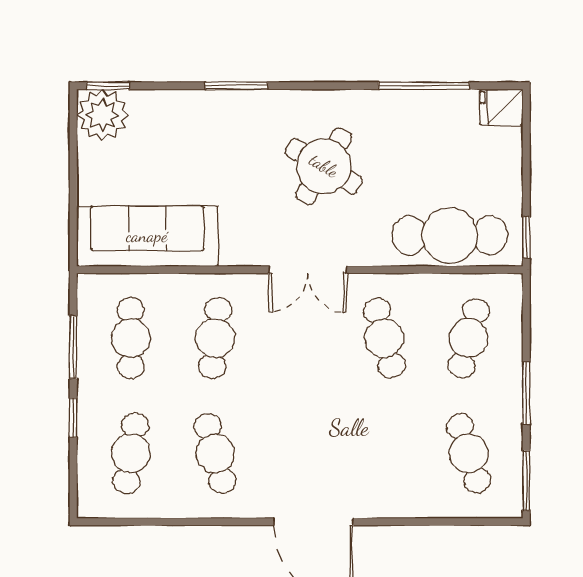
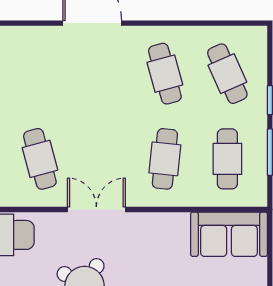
sofa: (147, 236) -> (229, 234), width x0.73
cafe table: (131, 453) -> (227, 74), turned -33

